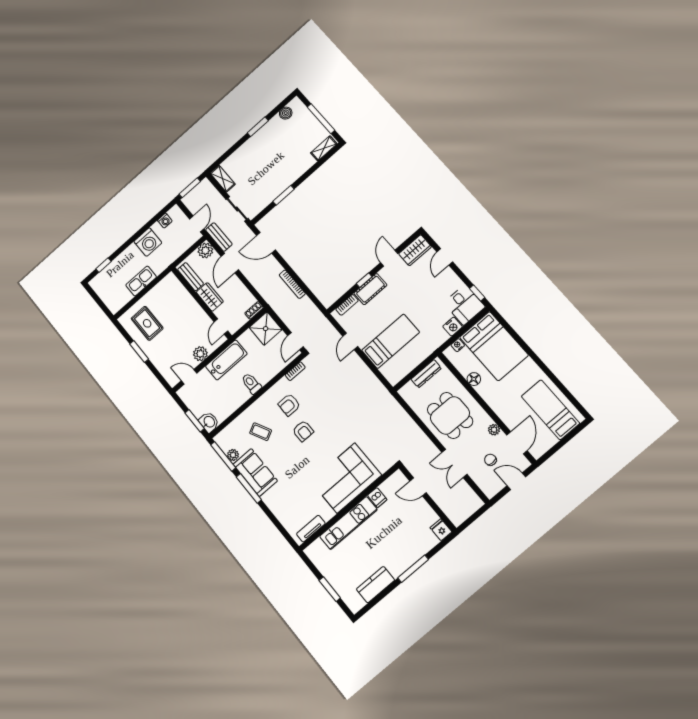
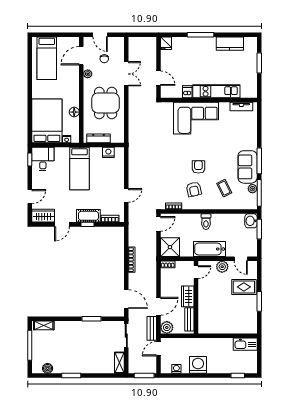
kitchen sink: (141, 281) -> (245, 344), moved
rug: (147, 323) -> (244, 287), moved, turned 90
nightstand: (453, 327) -> (108, 152), moved
bed: (391, 341) -> (80, 169), moved, turned -90
armchair: (289, 405) -> (194, 189), turned 77

